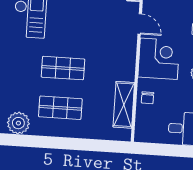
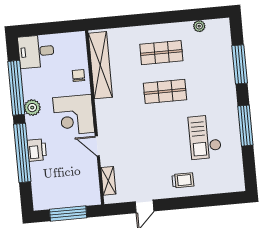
shelving: (124, 105) -> (100, 65), width x1.47
plant: (18, 123) -> (199, 26), width x0.53, depth x0.53

